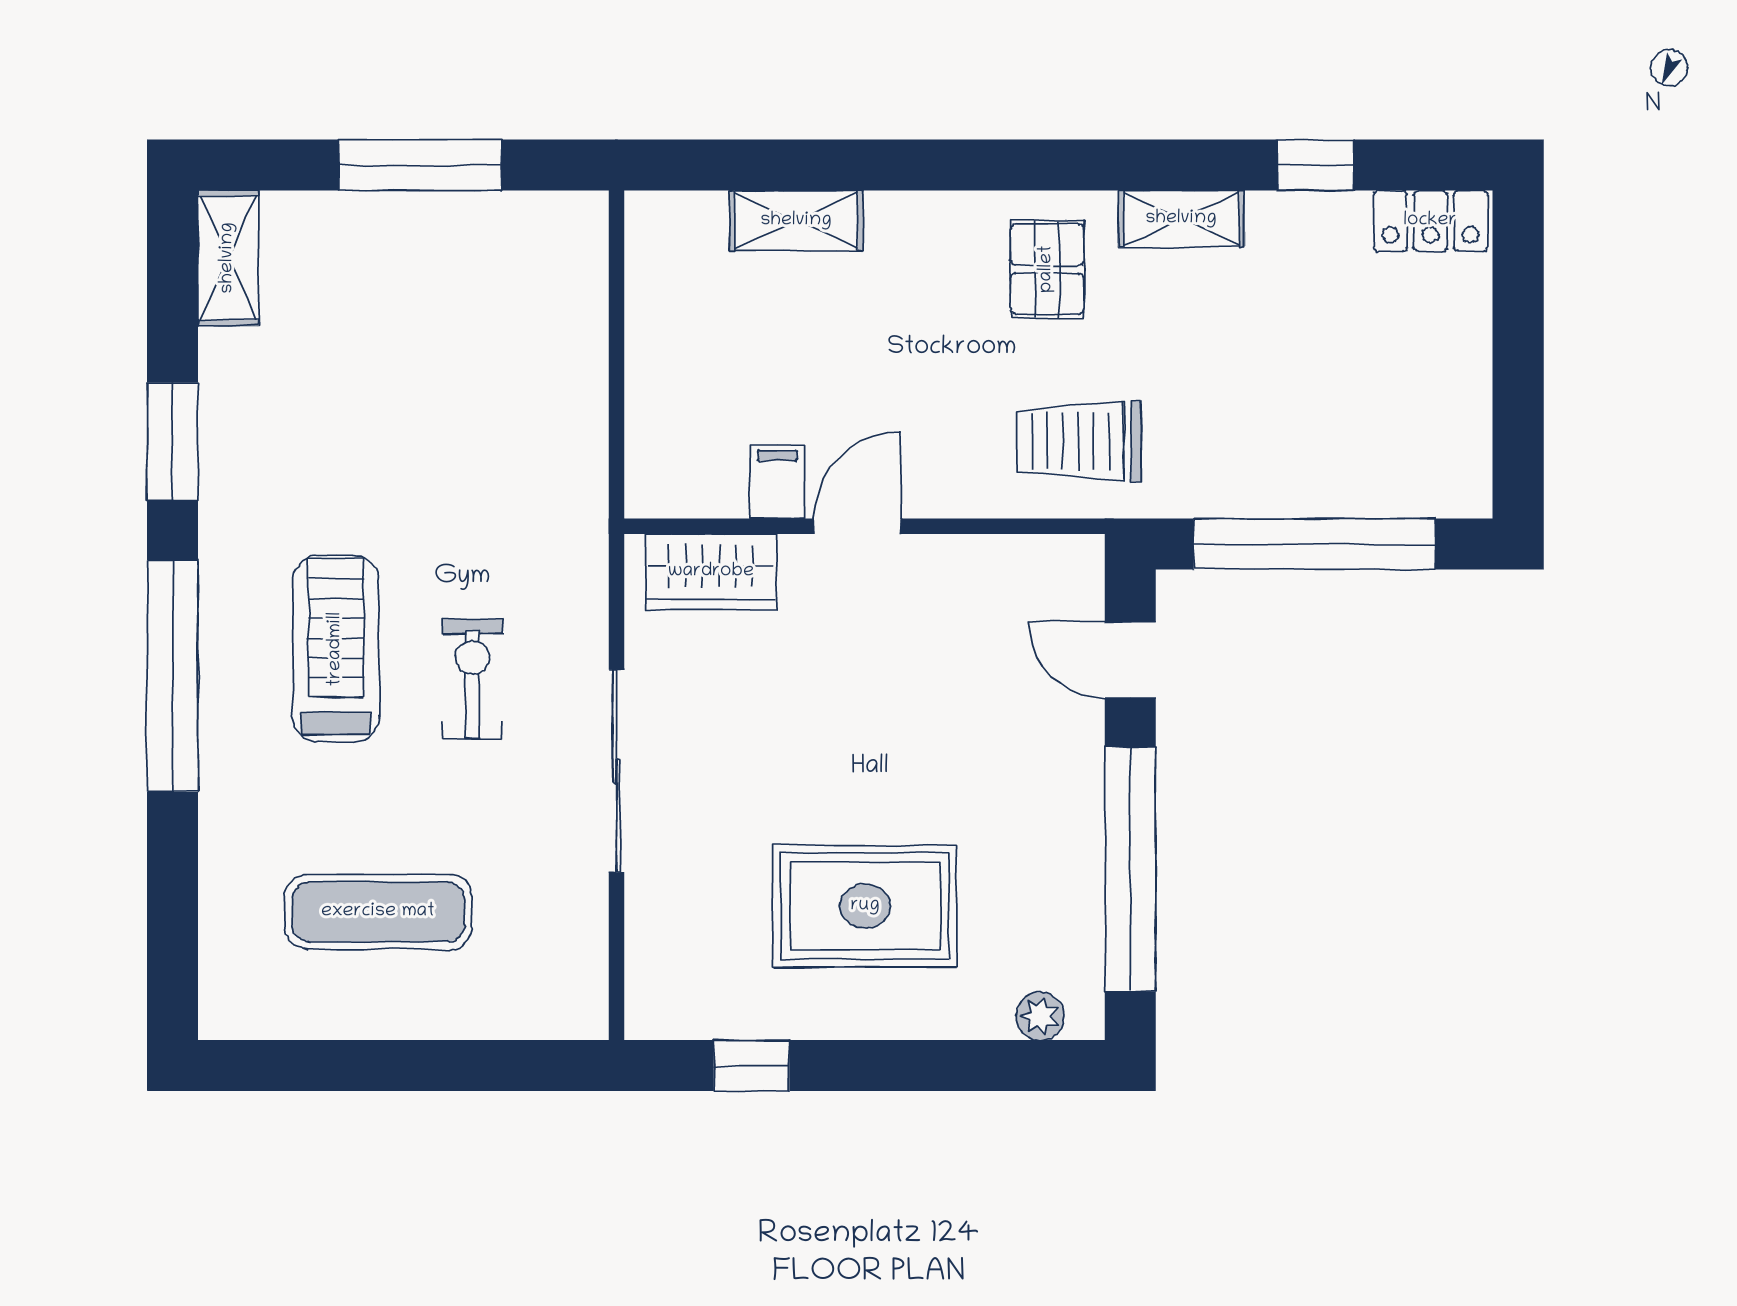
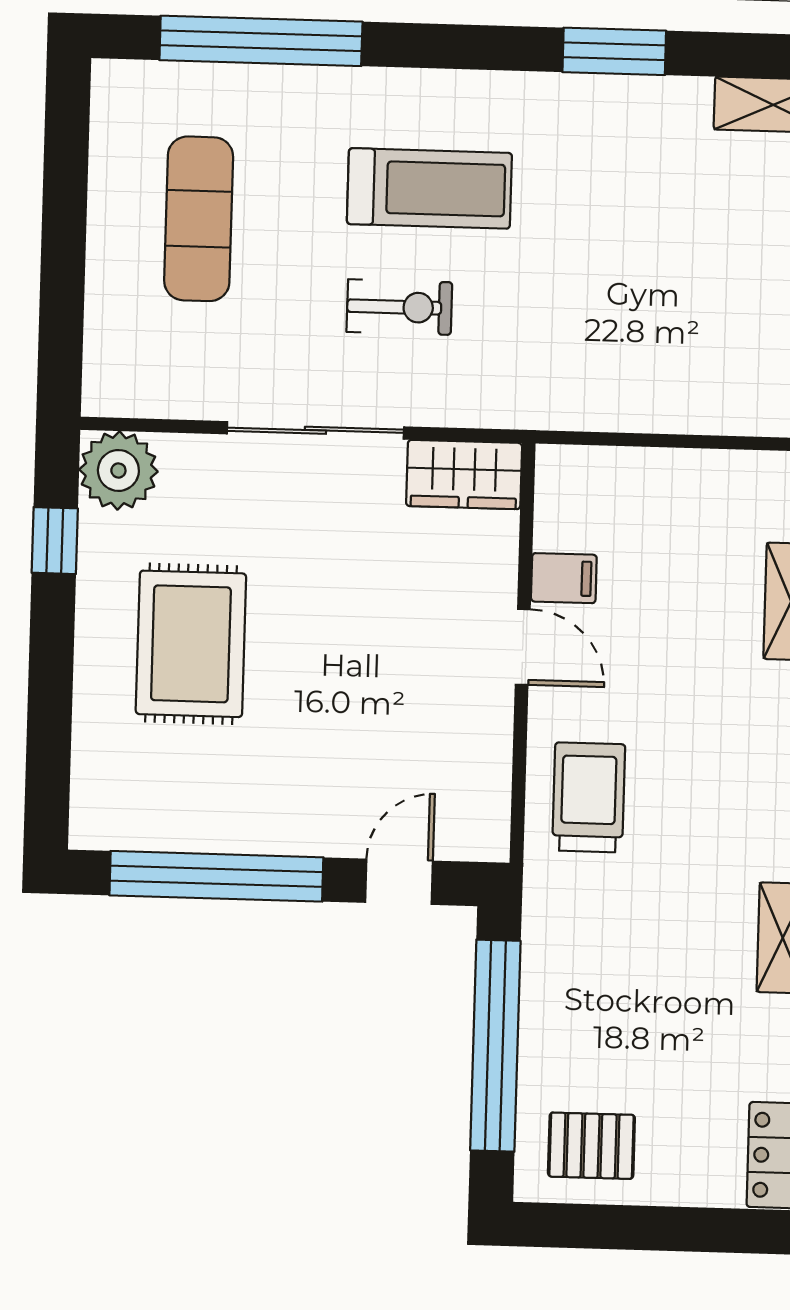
pallet: (1047, 269) -> (591, 1146), moved
trolley: (1079, 441) -> (589, 797), moved
wardrobe: (711, 572) -> (464, 475), moved, turned -90
window: (173, 676) -> (261, 41), moved
plant: (1040, 1016) -> (118, 470), moved, width x1.88, depth x1.88

